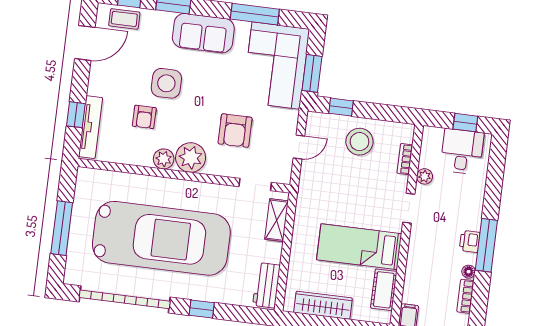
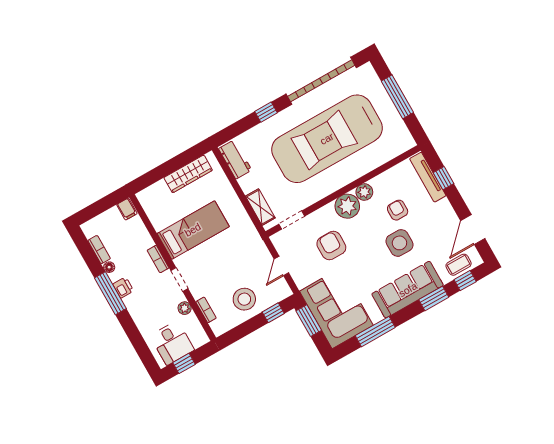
sofa: (203, 33) -> (408, 290), width x1.36
bookcase: (415, 244) -> (158, 259), added
cot: (384, 290) -> (156, 214), removed

